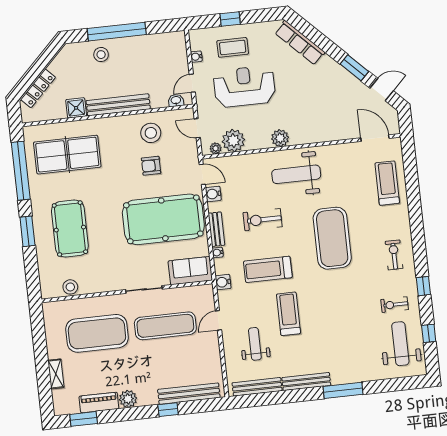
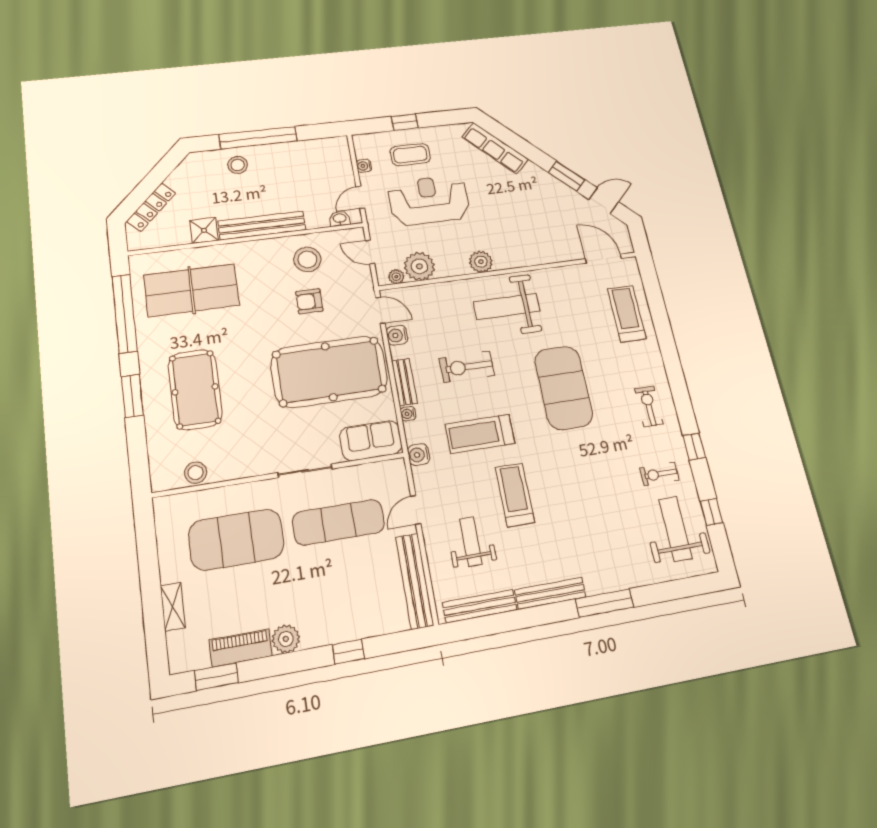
bench: (189, 394) -> (415, 581), moved, turned 90

